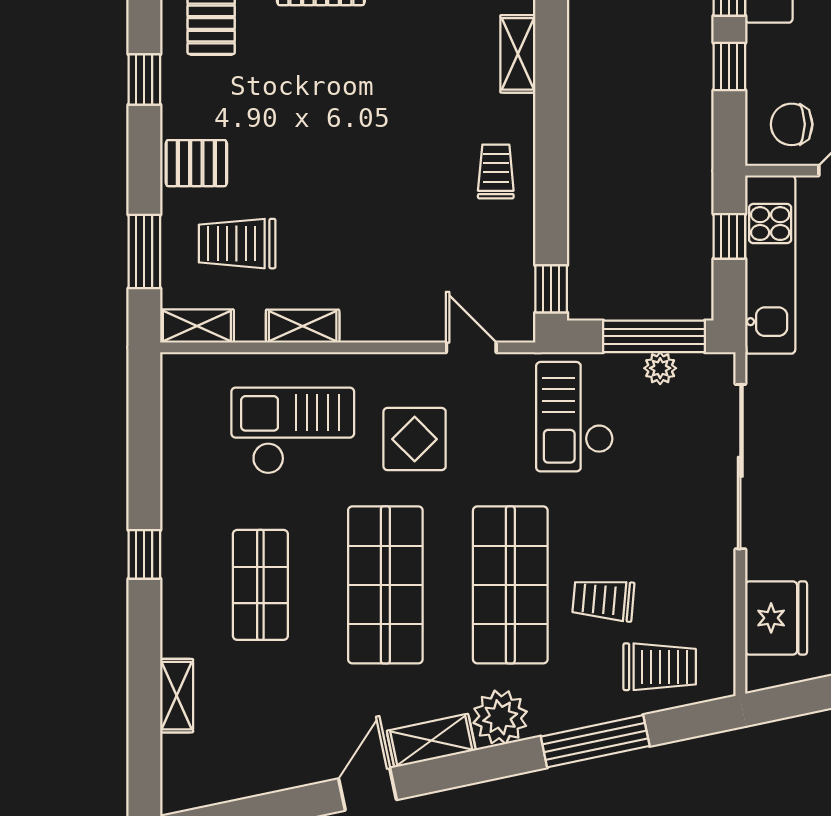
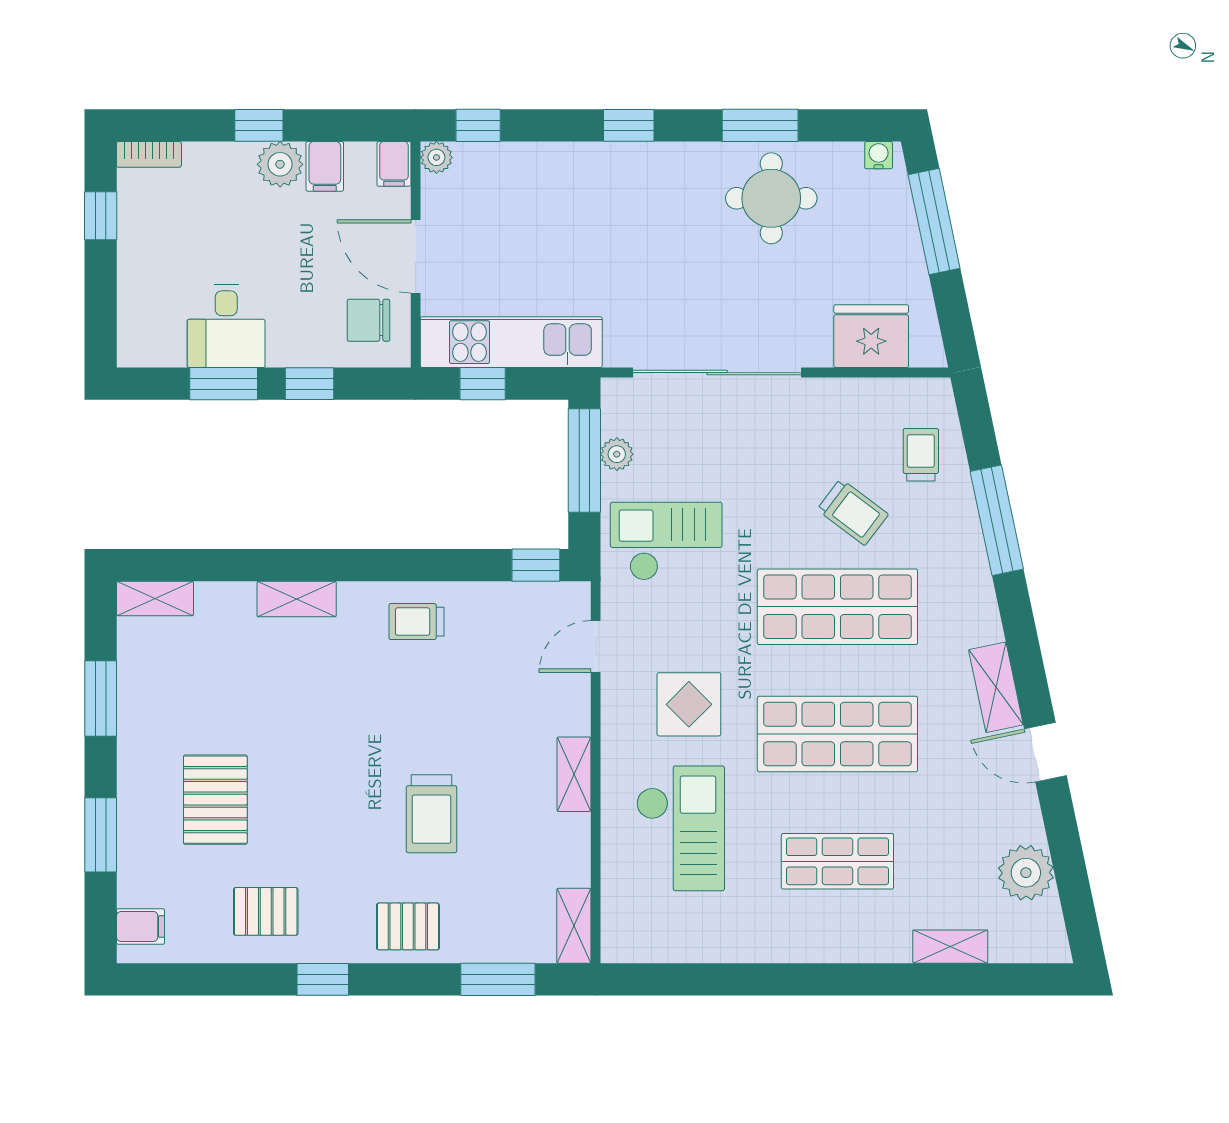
chair: (792, 124) -> (369, 320), turned 90
pallet: (196, 163) -> (408, 926), turned 90
trolley: (237, 244) -> (431, 814), moved
shelving: (303, 326) -> (574, 774), moved
checkout: (575, 417) -> (666, 541), turned 180
checkout: (293, 431) -> (680, 828), turned 180
window: (144, 554) -> (806, 979), removed
trolley: (603, 600) -> (853, 512), turned -58
trolley: (660, 667) -> (921, 455), width x0.73, depth x0.72
plant: (500, 717) -> (1026, 873), moved

